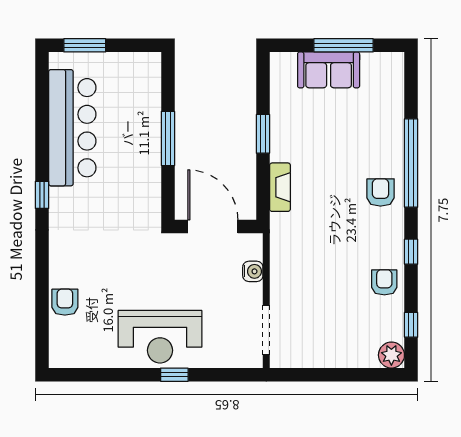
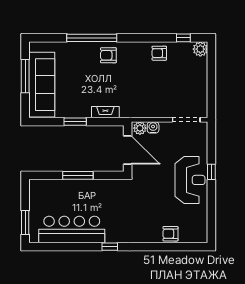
sofa: (329, 70) -> (42, 85), width x1.85, depth x1.27
door: (213, 227) -> (128, 150), swing flipped
plant: (252, 248) -> (140, 128), added
window: (411, 252) -> (142, 38), removed

